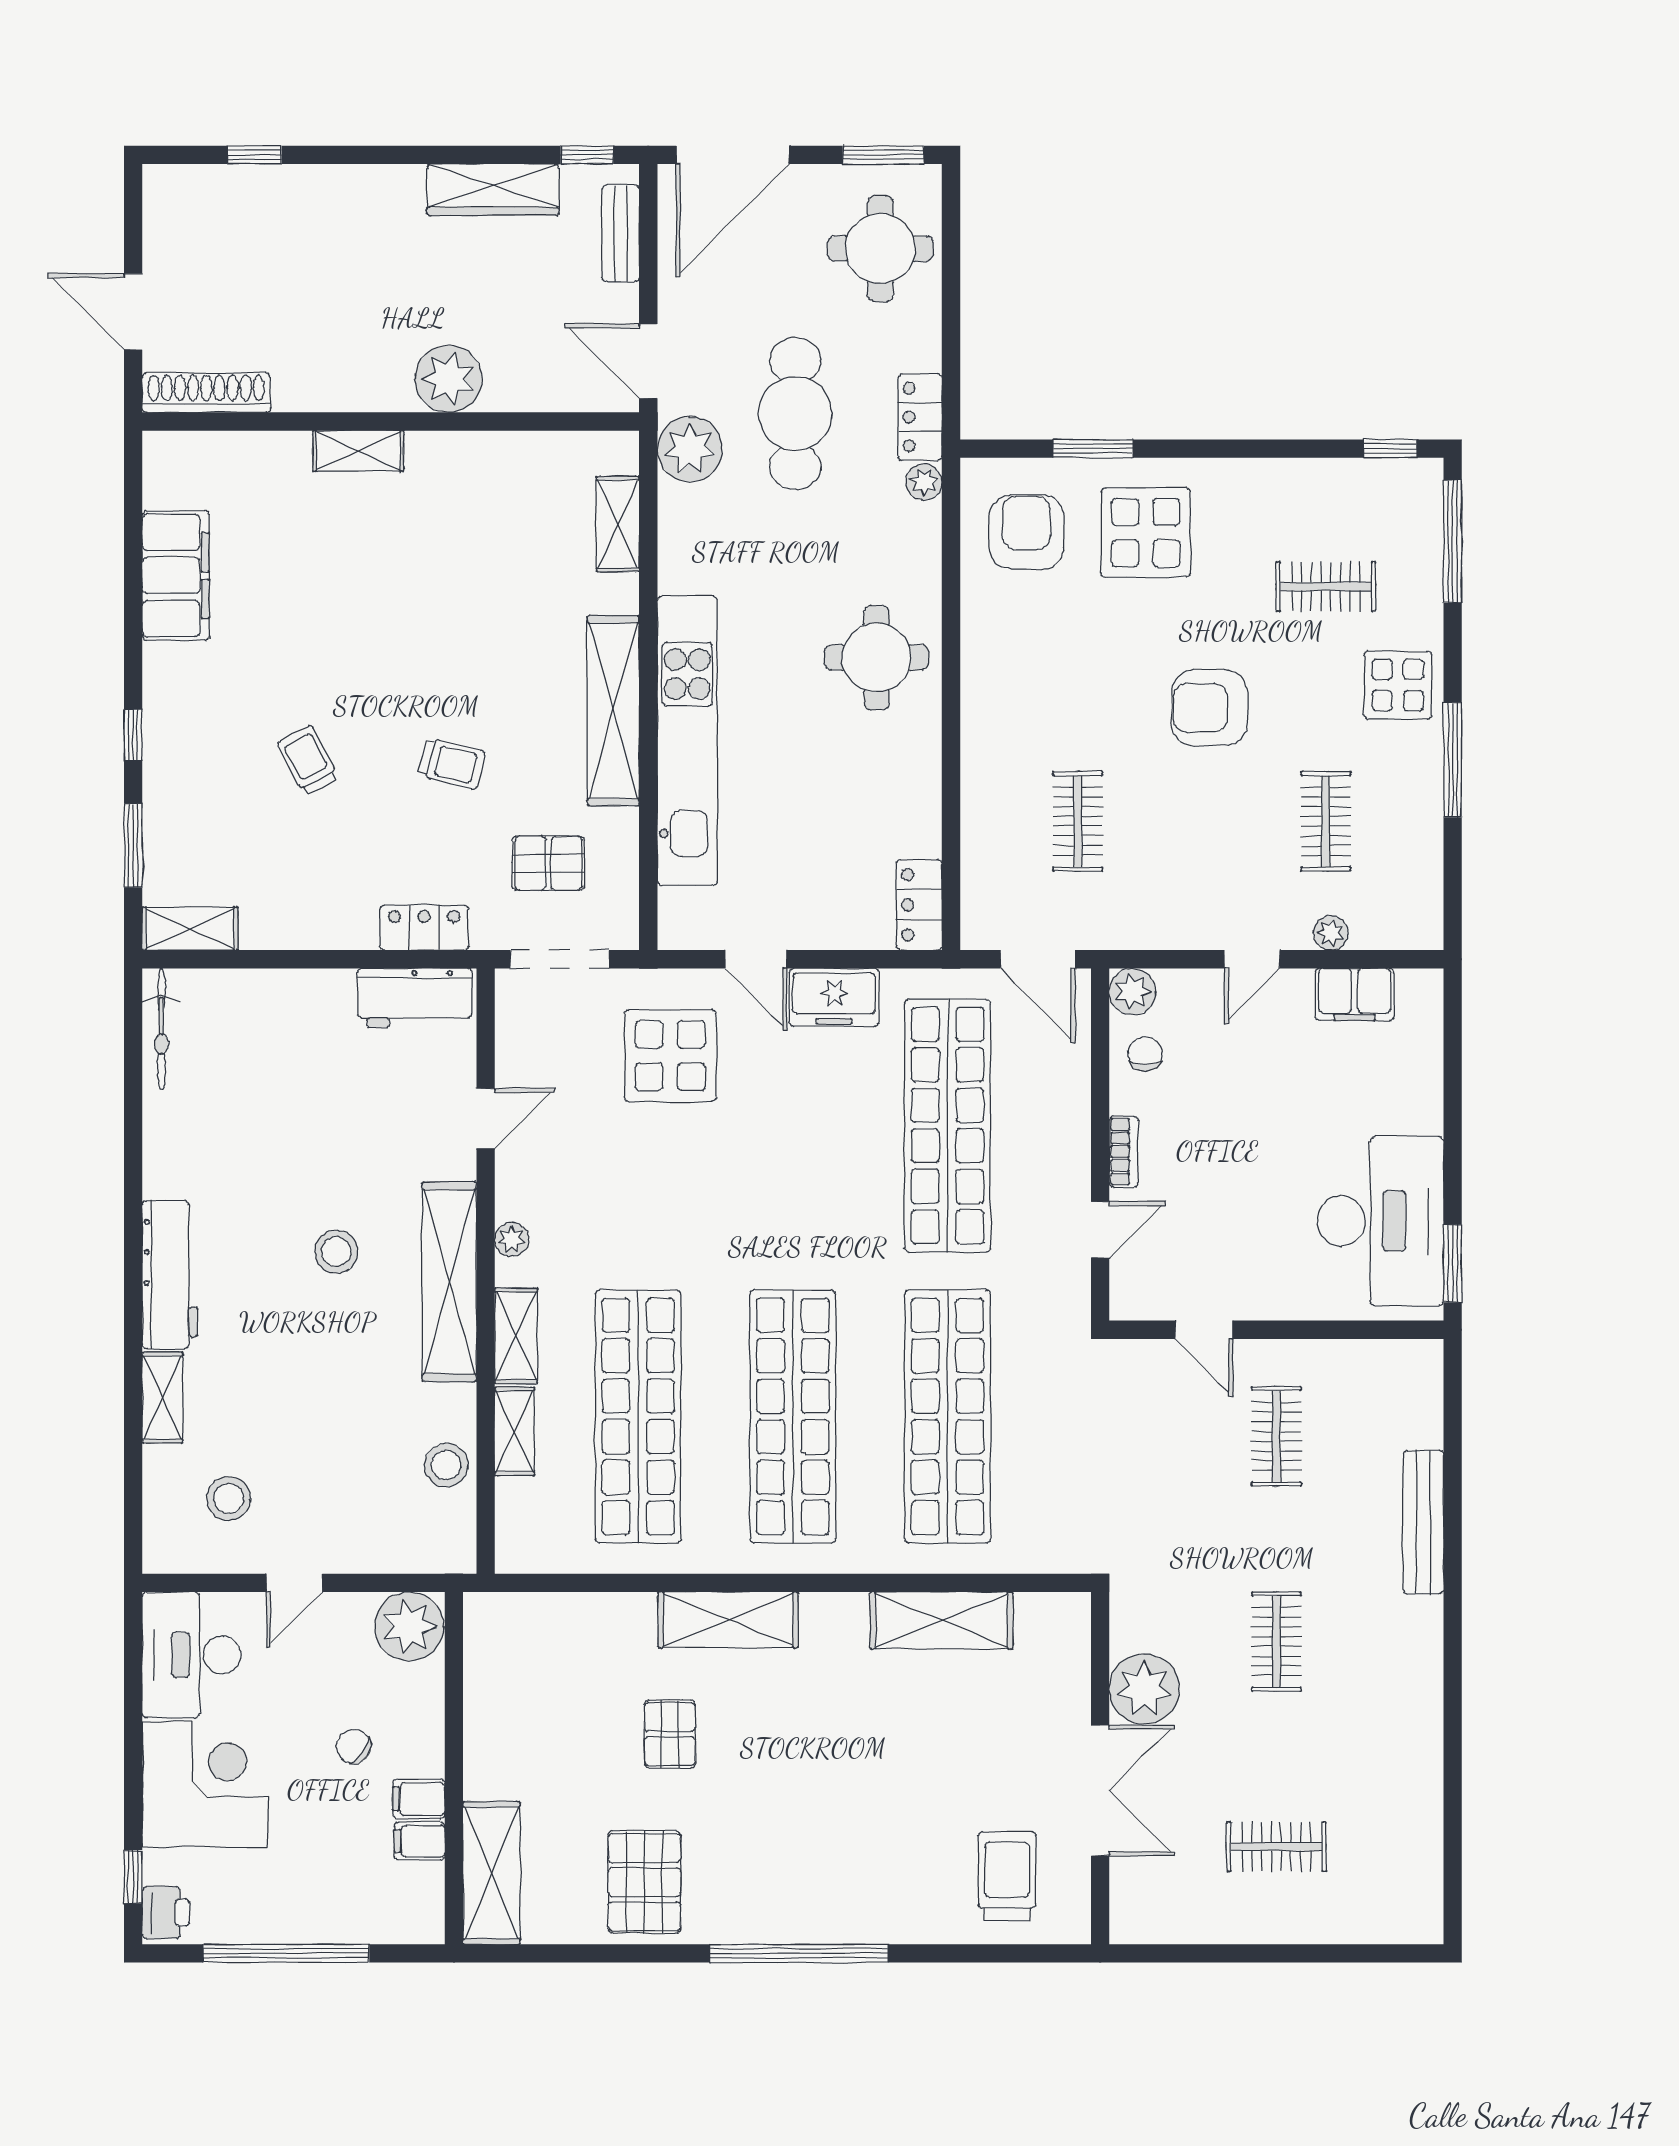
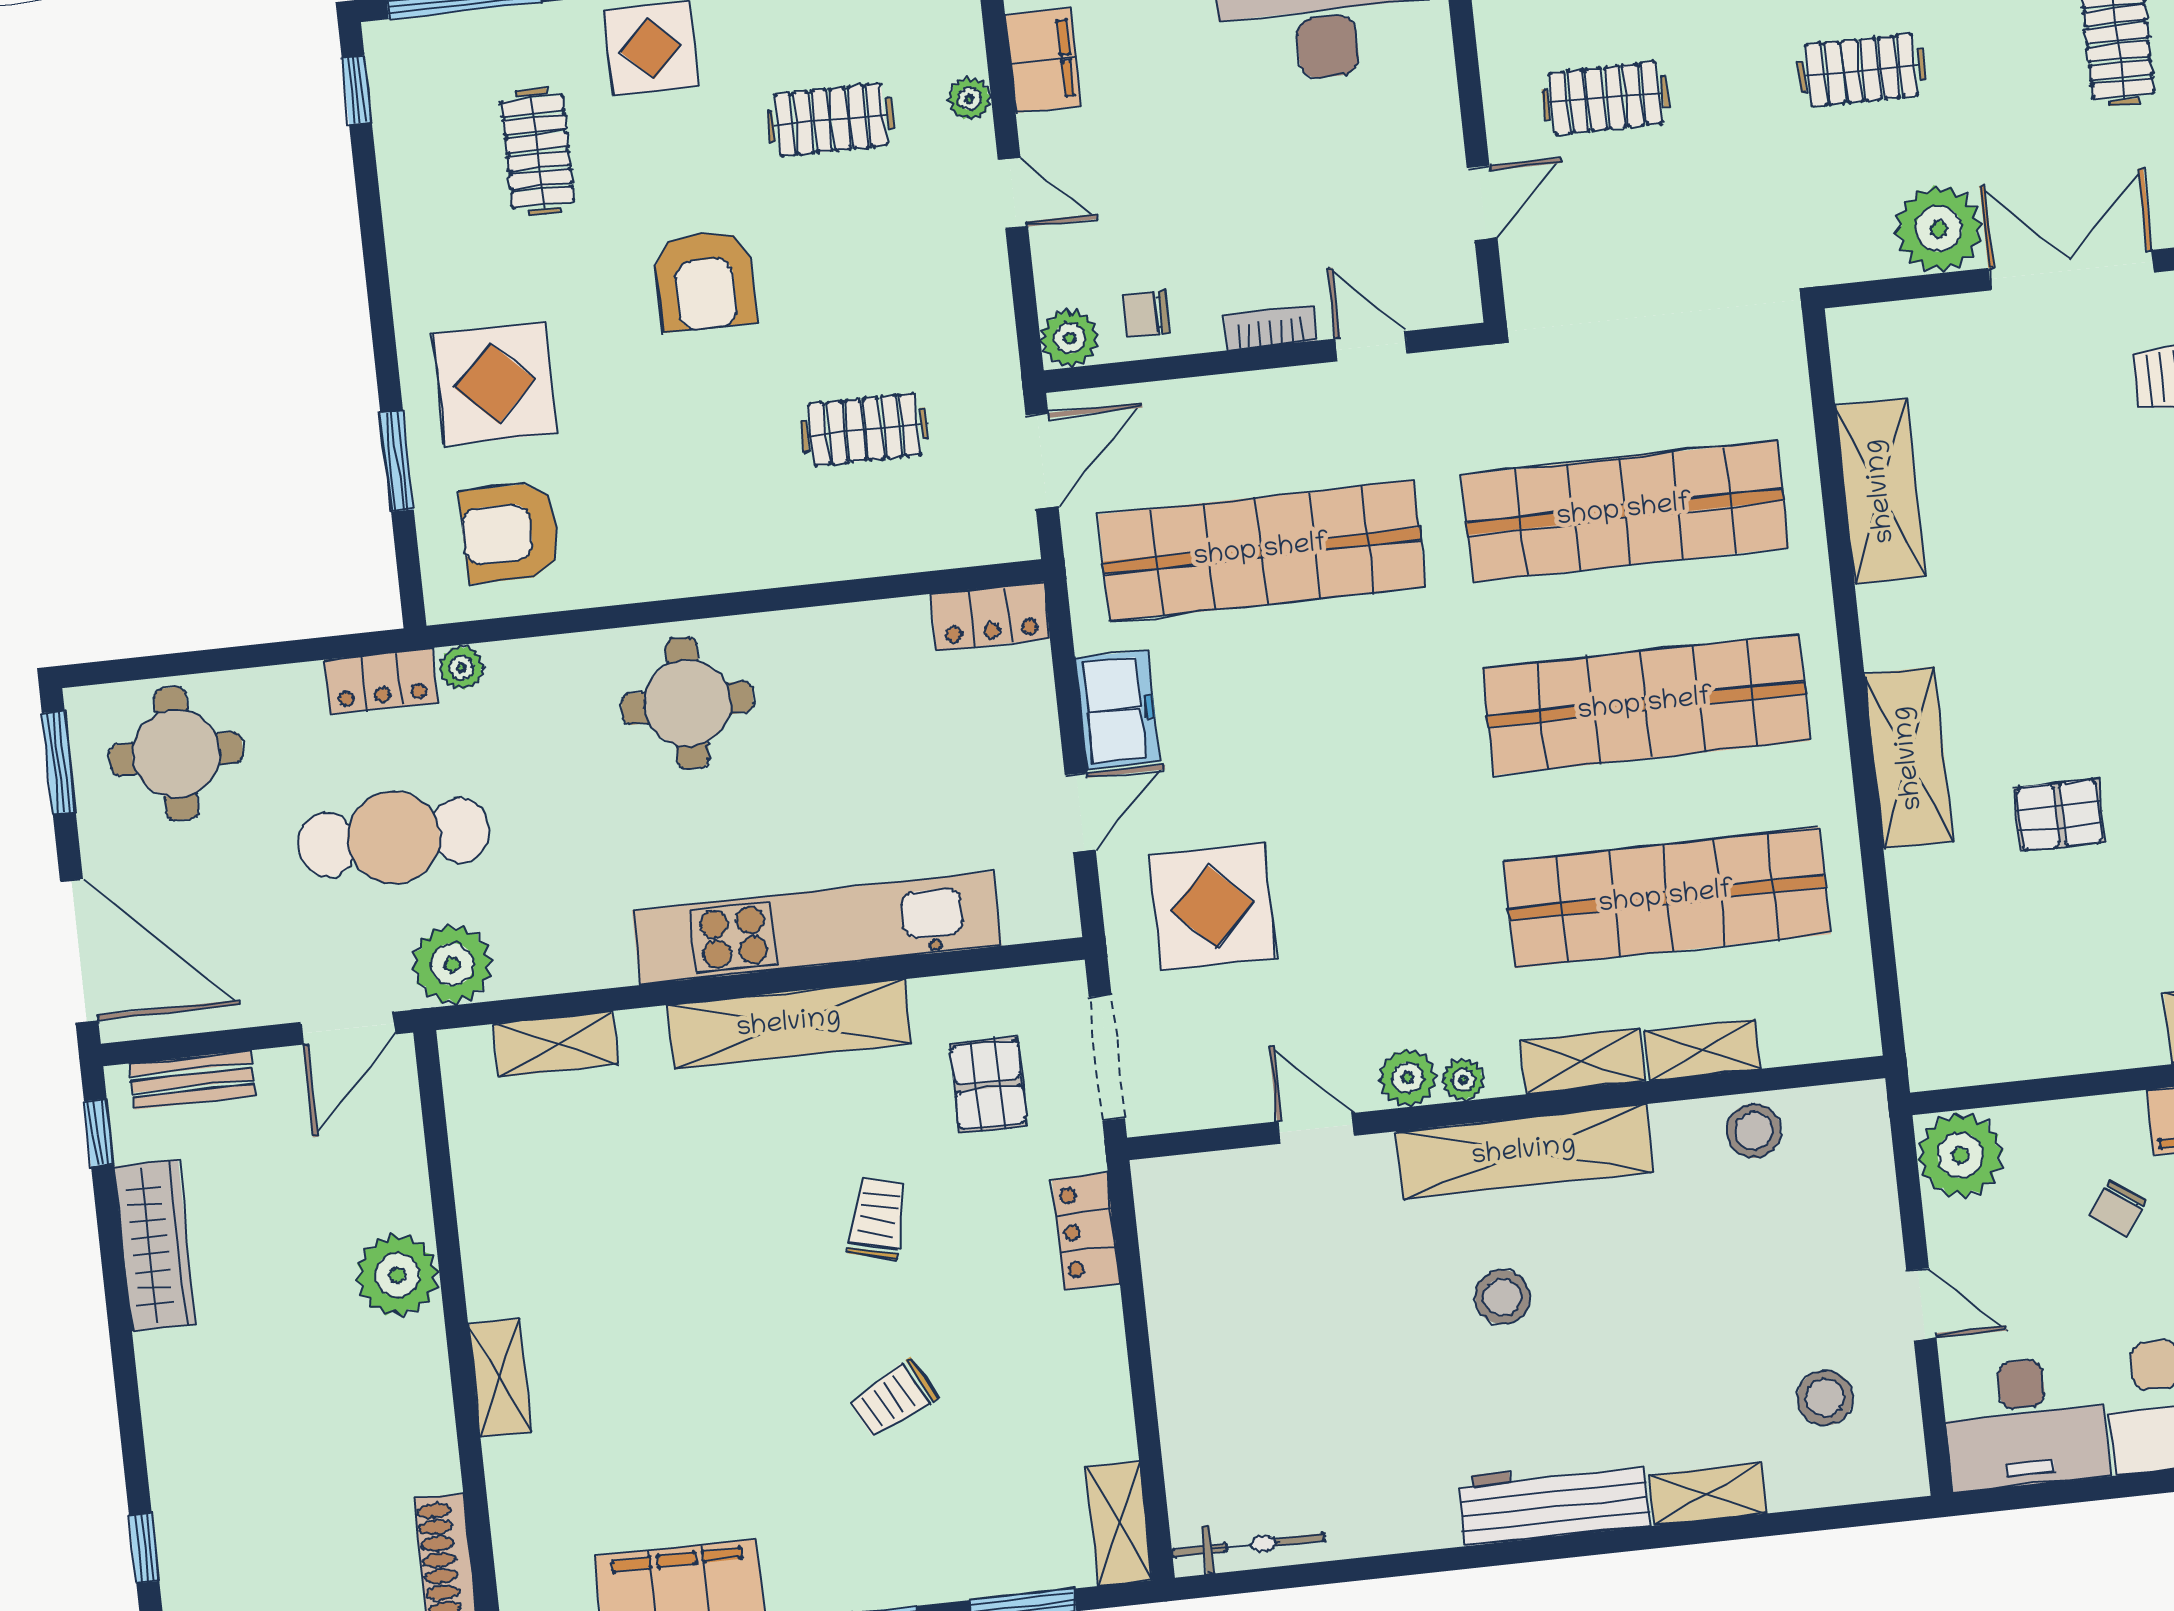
workbench: (415, 998) -> (1175, 1233), removed
plant: (518, 1195) -> (1408, 1078), added

